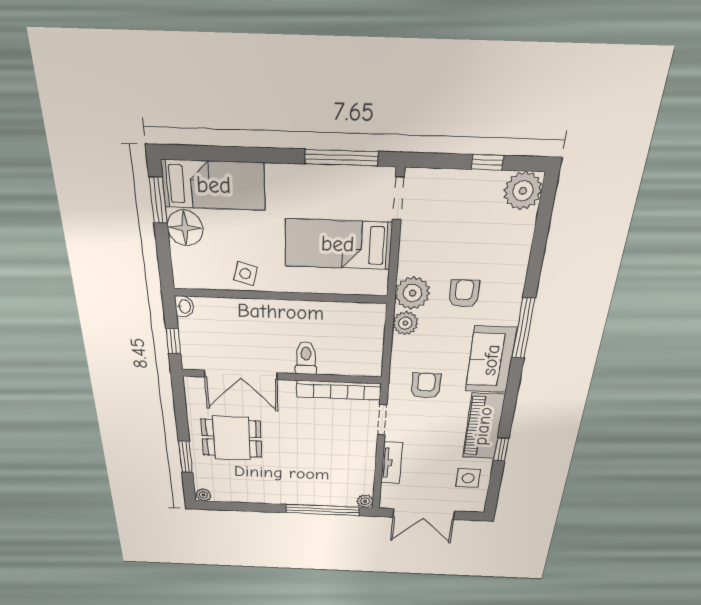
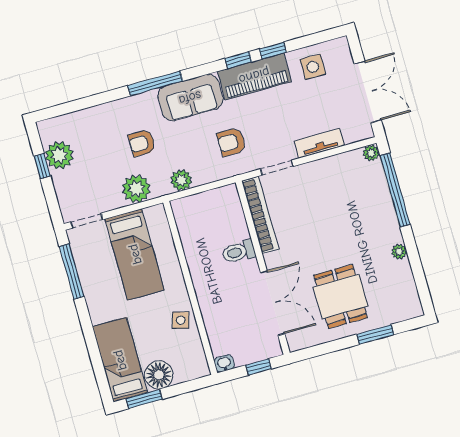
plant: (523, 191) -> (59, 155), moved
plant: (412, 293) -> (136, 189), moved
window: (507, 417) -> (238, 60), added
plant: (203, 495) -> (399, 252), moved

